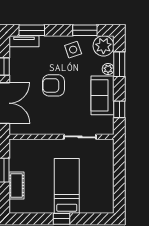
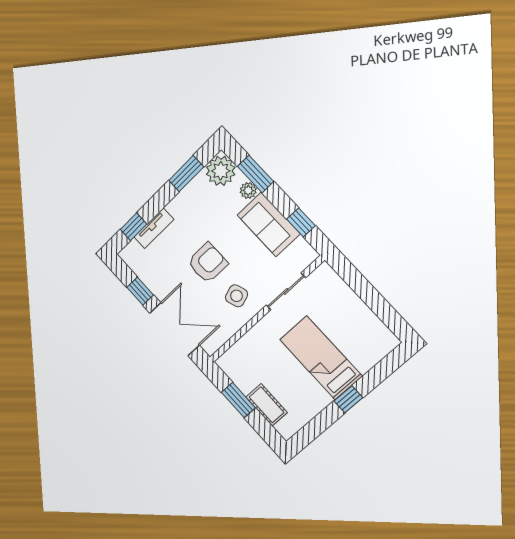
window: (32, 30) -> (133, 227), width x0.67
tv unit: (24, 41) -> (154, 228), moved
side table: (73, 50) -> (236, 296), moved
armchair: (54, 85) -> (208, 263), turned 180

